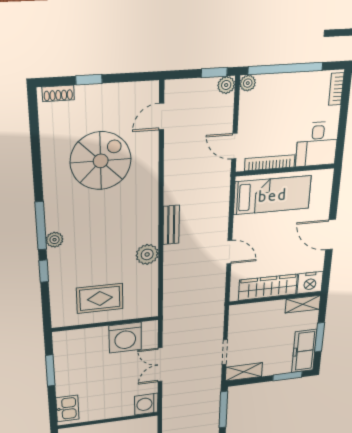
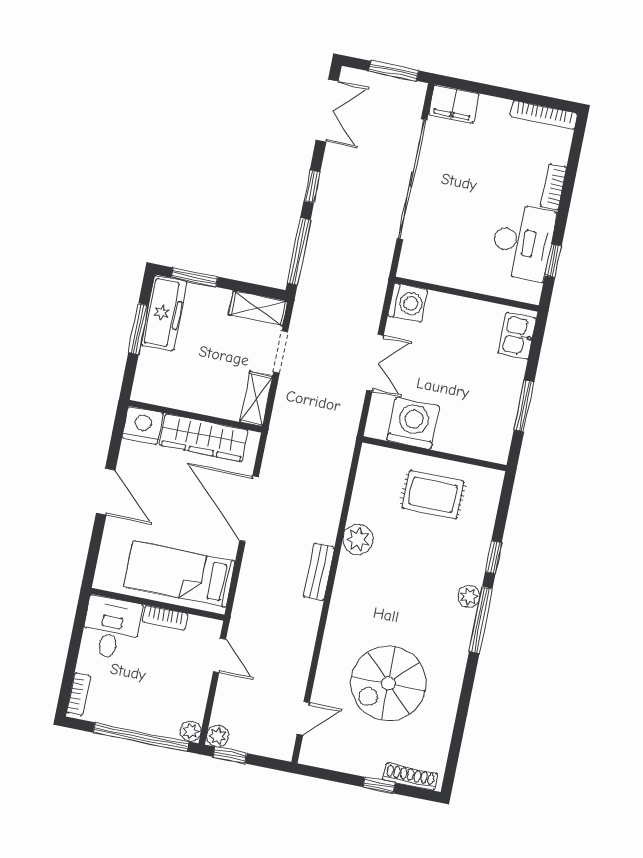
shoe rack: (58, 93) -> (410, 777), width x1.43
bookcase: (270, 163) -> (165, 618), width x0.64
door: (229, 252) -> (249, 509), width x1.87
shelving: (303, 304) -> (256, 399), moved, turned 90

